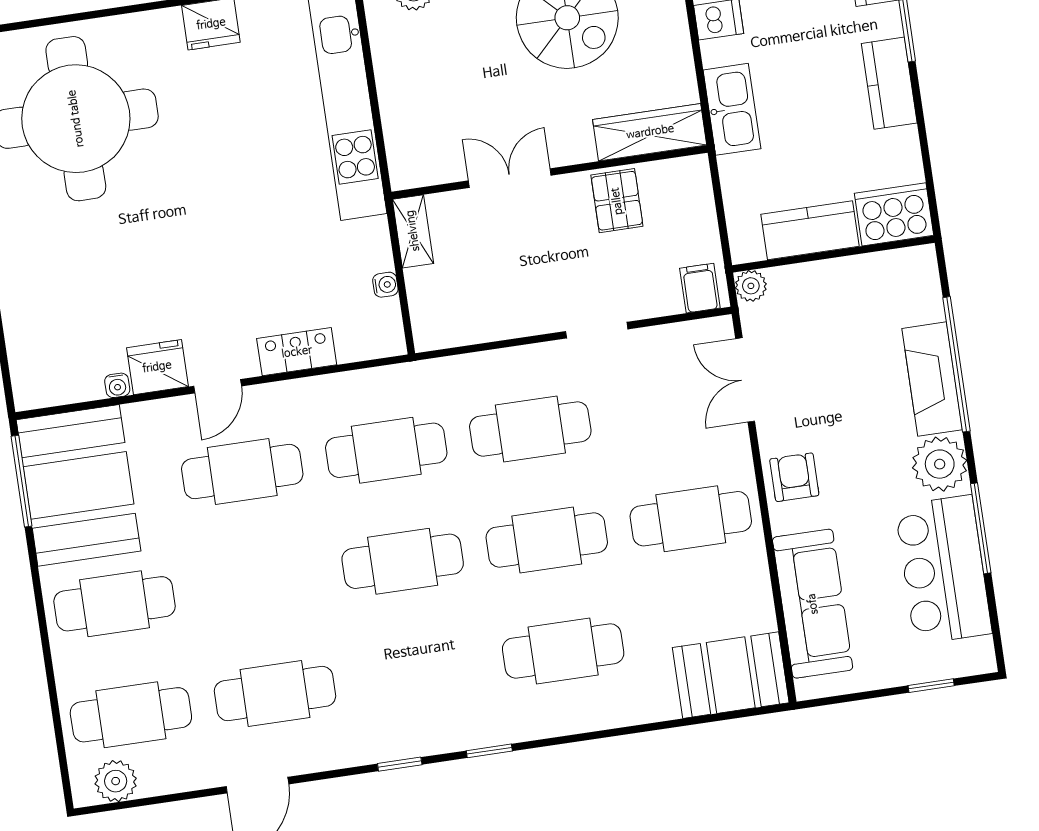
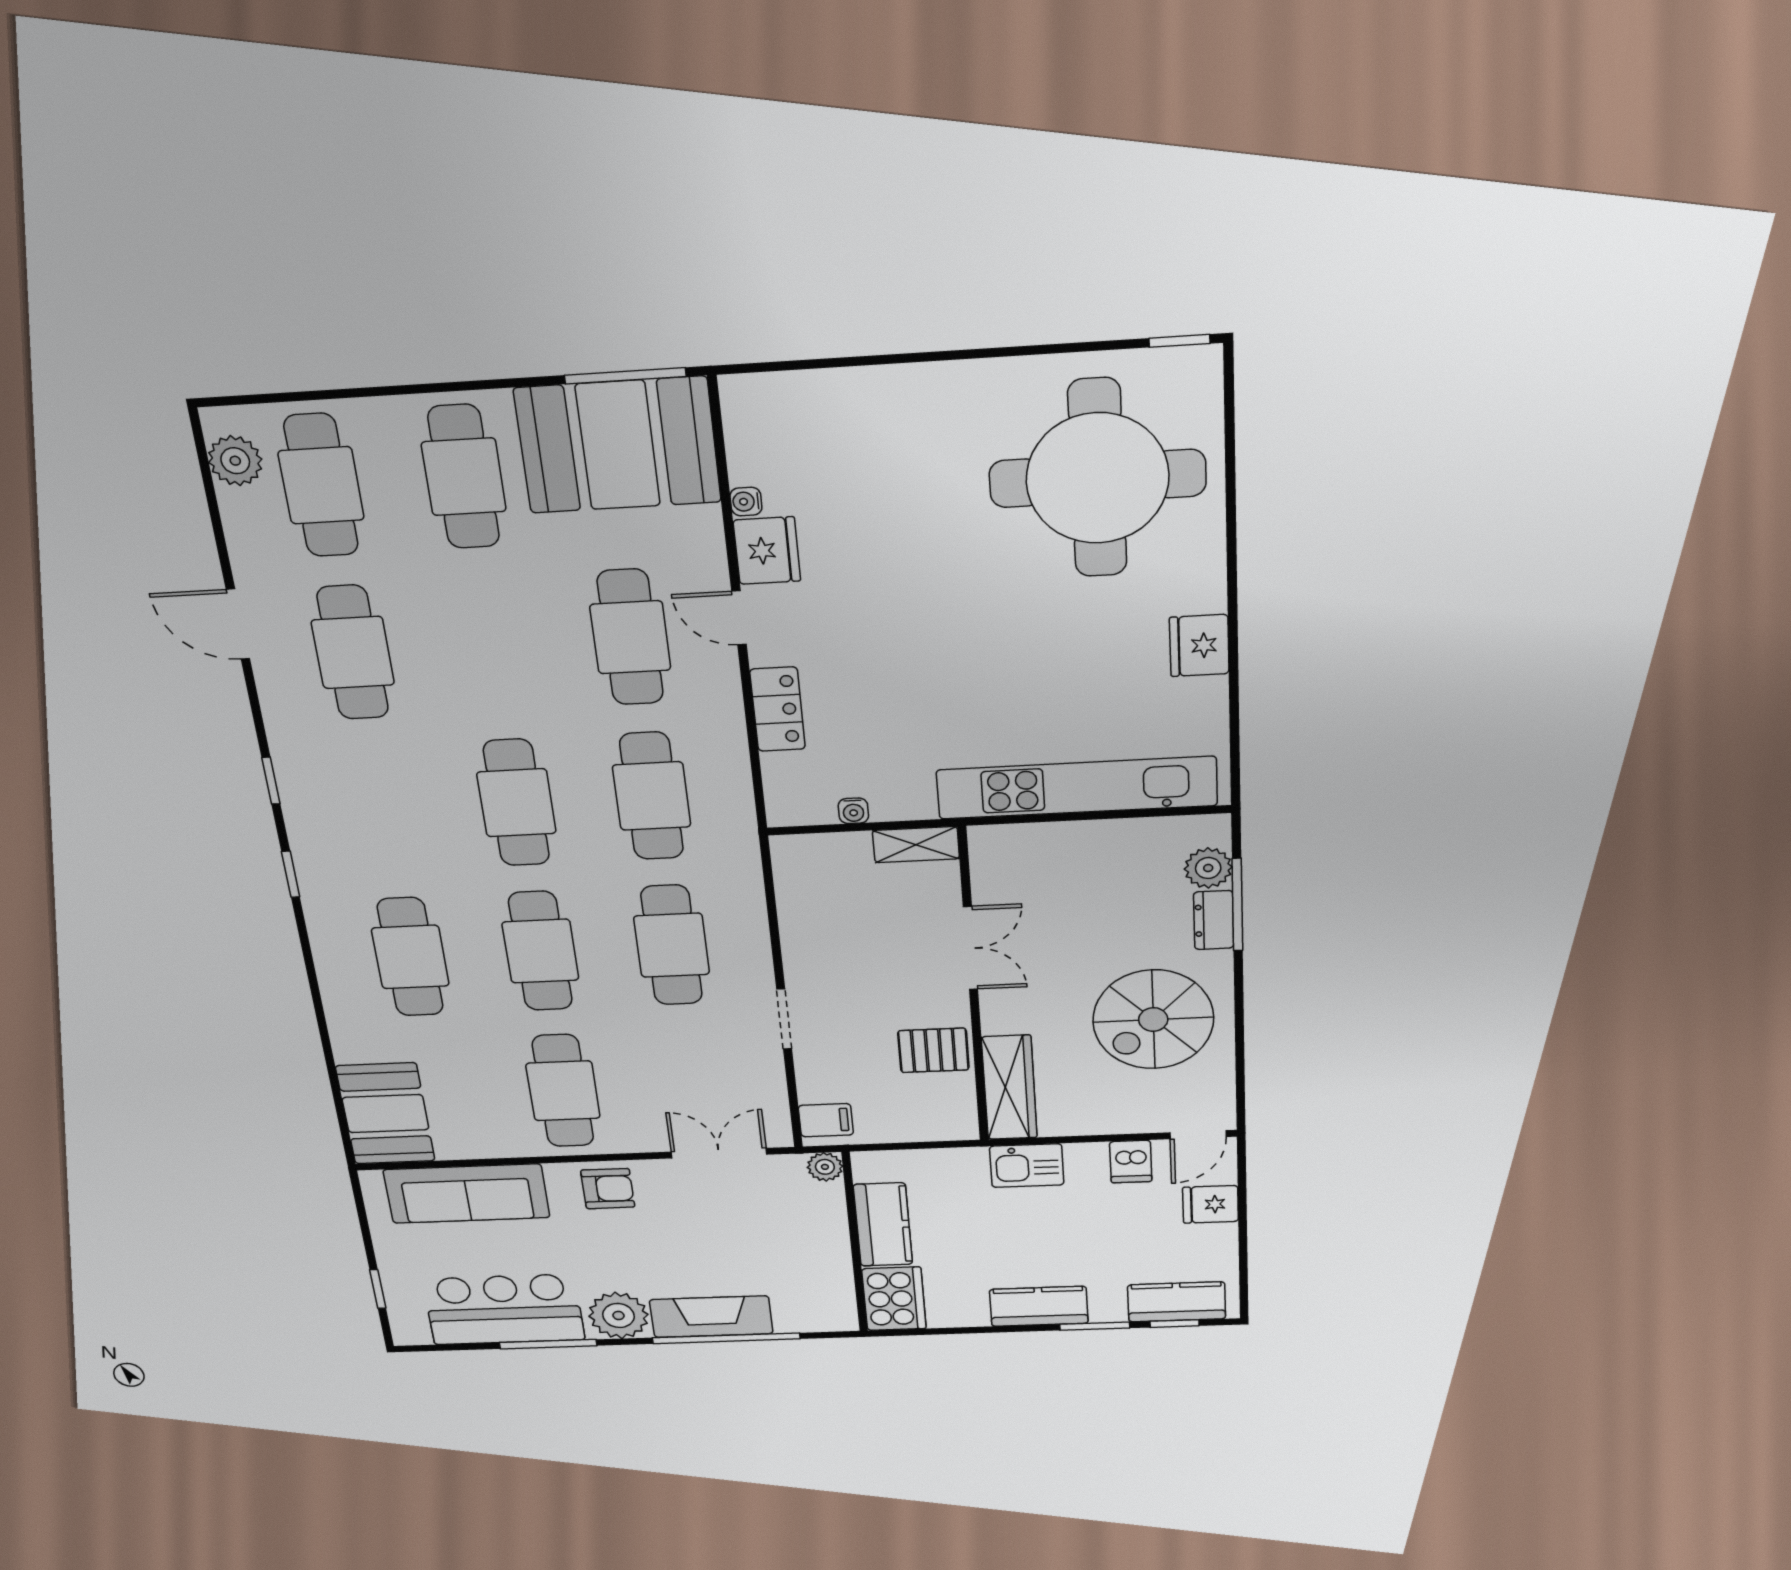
kitchen sink: (732, 109) -> (1027, 1166), width x0.73

